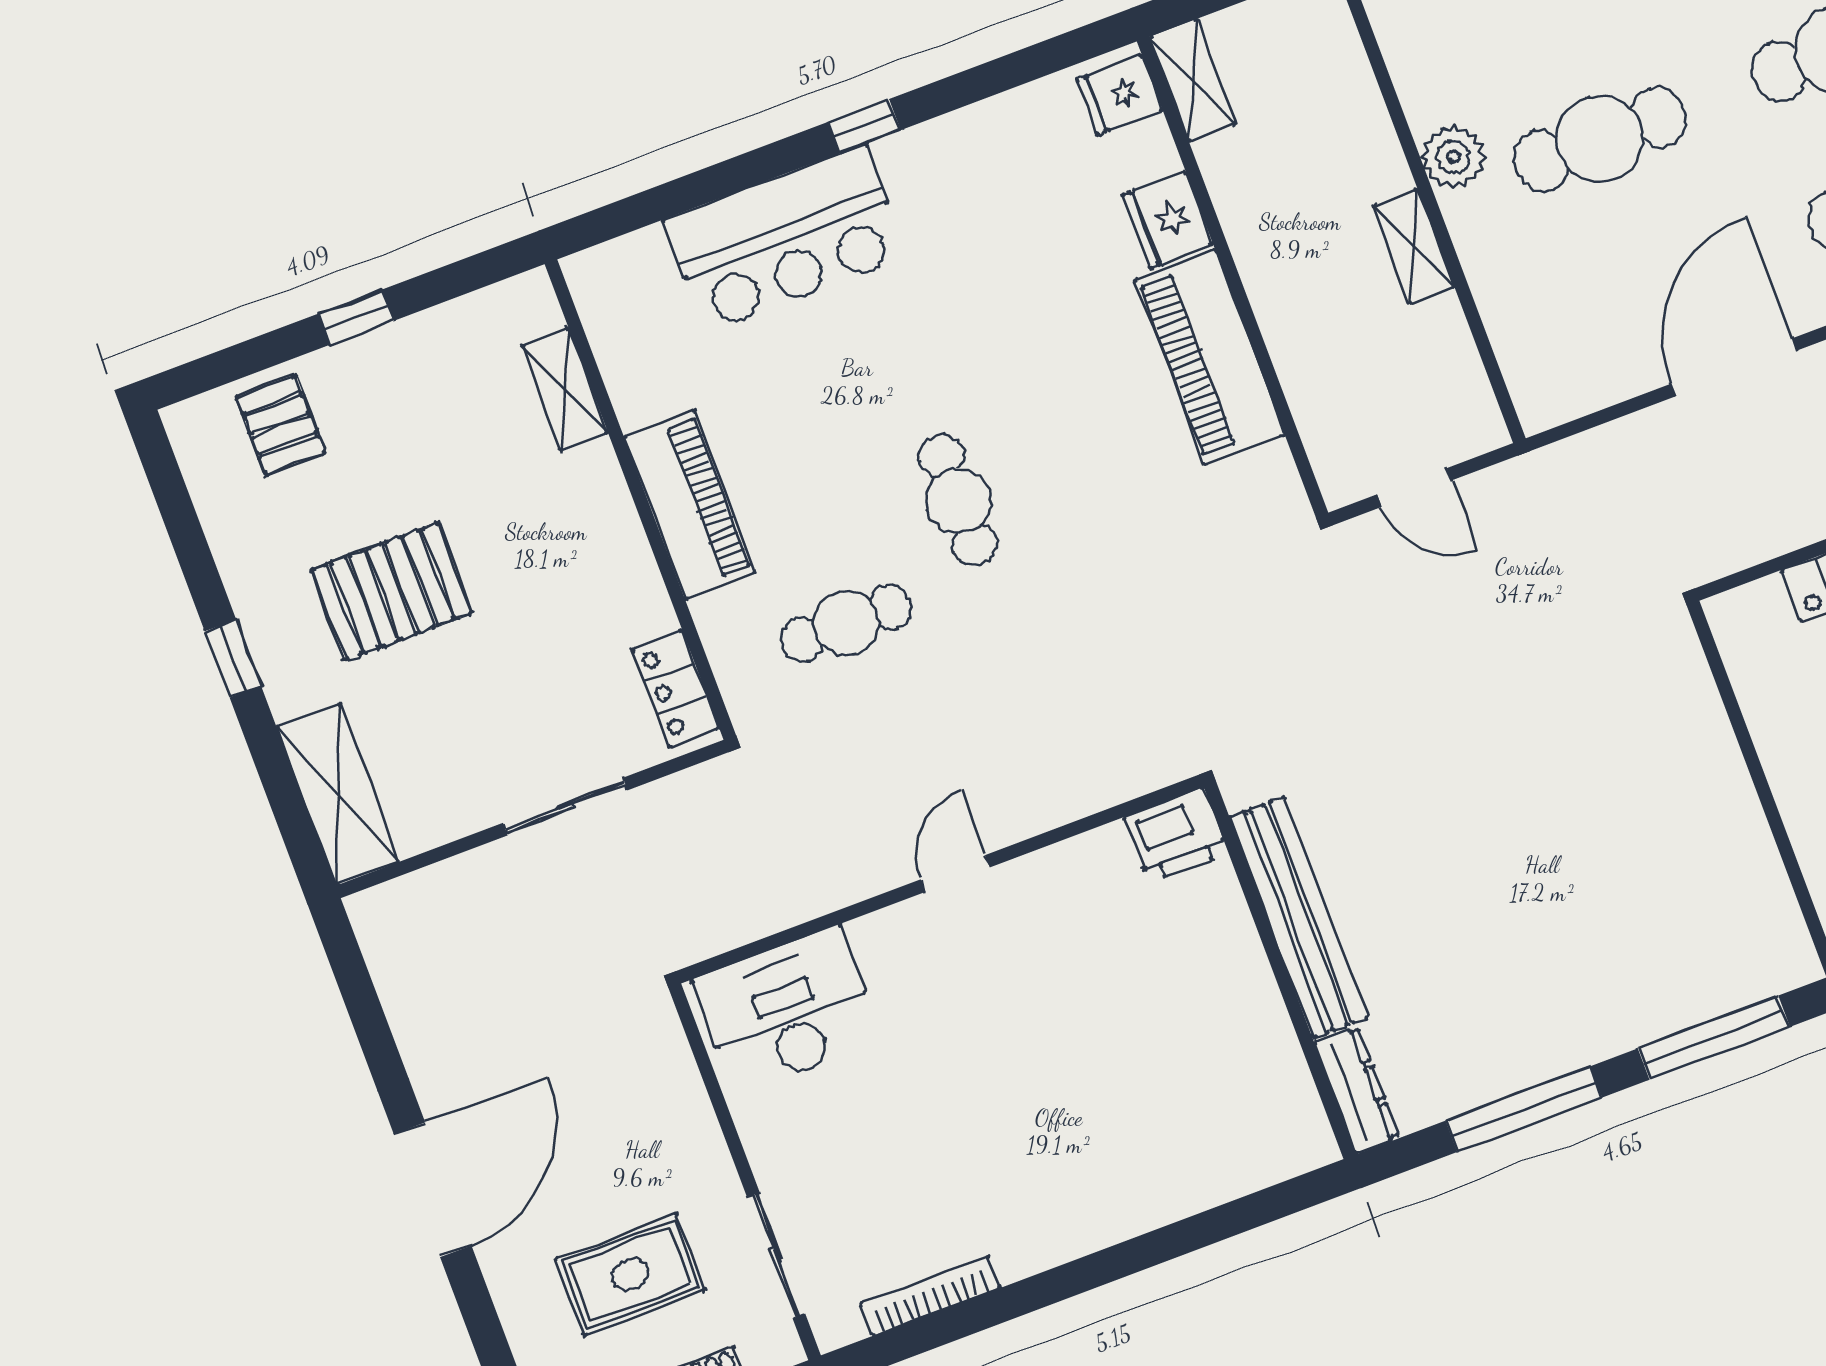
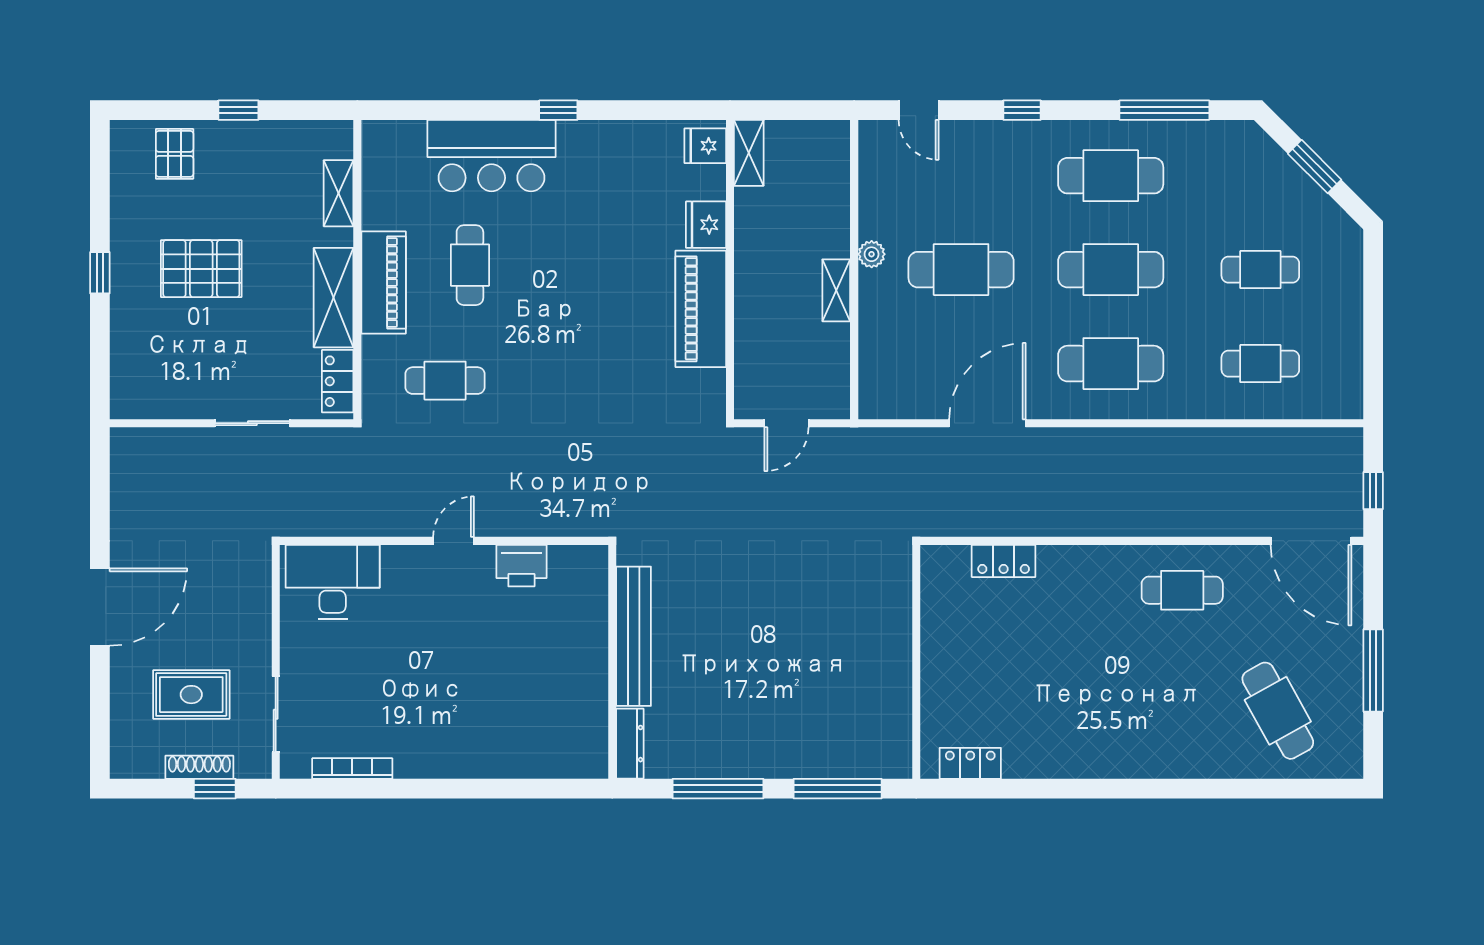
plant: (1453, 157) -> (872, 254), width x0.73, depth x0.73
door: (1414, 487) -> (786, 423), hinge flipped
cafe table: (958, 501) -> (470, 265), moved
shelving: (338, 795) -> (334, 298), moved
printer: (1176, 835) -> (521, 566), moved

